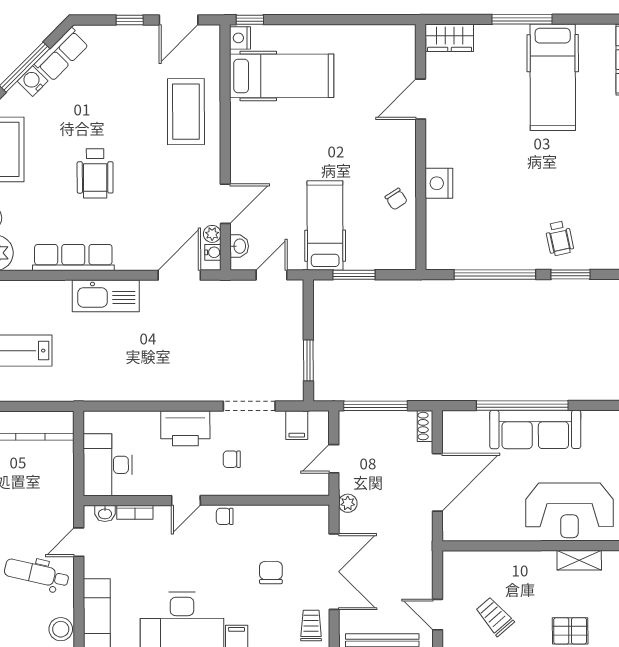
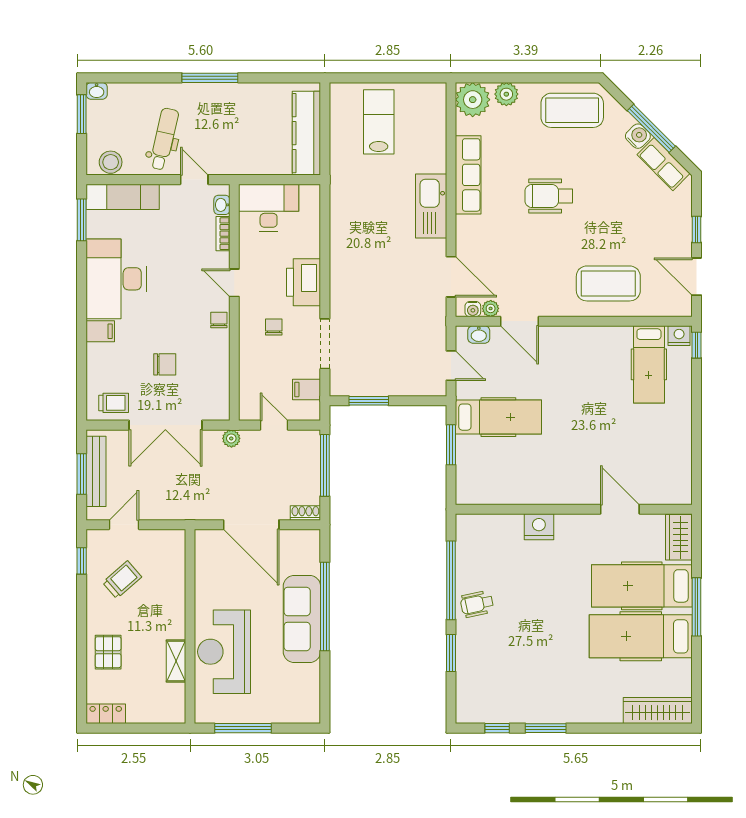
hospital bed: (282, 76) -> (649, 364), width x0.73, depth x0.78
hospital bed: (500, 76) -> (642, 586), added
chair: (396, 199) -> (524, 486), removed
wheelchair: (559, 238) -> (477, 604), moved

